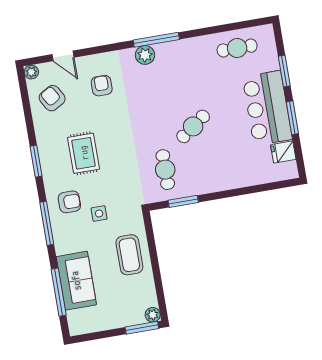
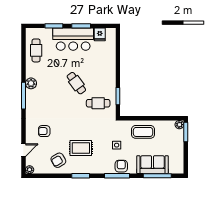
plant: (145, 55) -> (31, 83), moved
armchair: (52, 98) -> (58, 160), moved
armchair: (69, 202) -> (121, 166), moved

